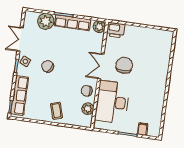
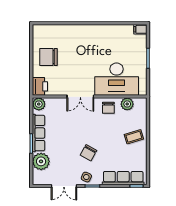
chair: (124, 65) -> (48, 57), moved
filing cabinet: (142, 129) -> (140, 29), moved

